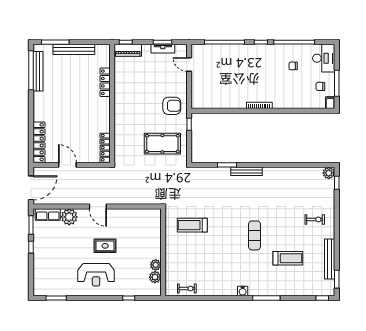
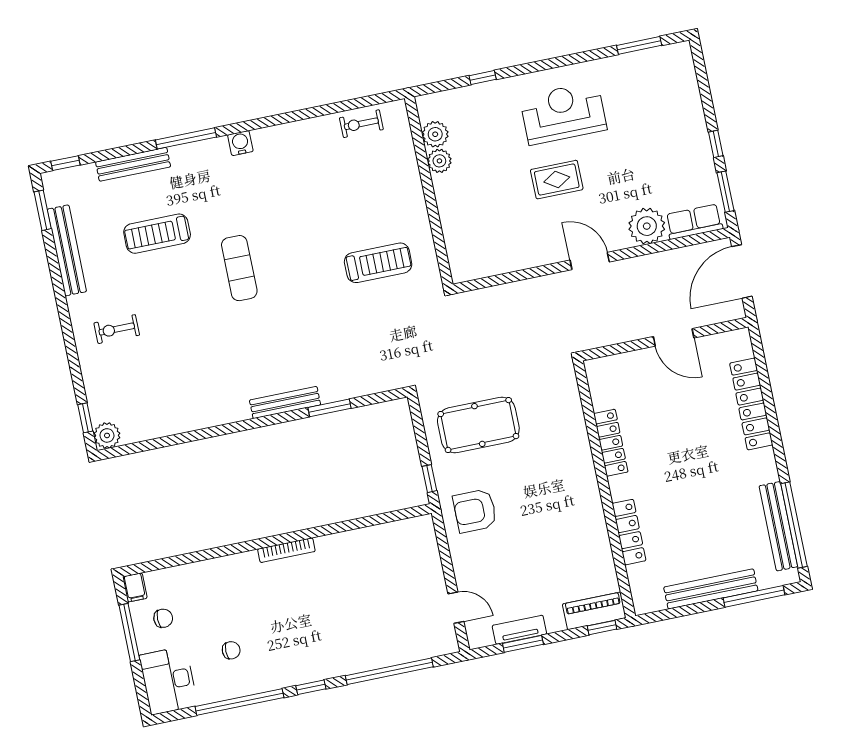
locker: (39, 142) -> (751, 404), moved
locker: (105, 148) -> (611, 443), moved
bench: (292, 291) -> (133, 164), added

